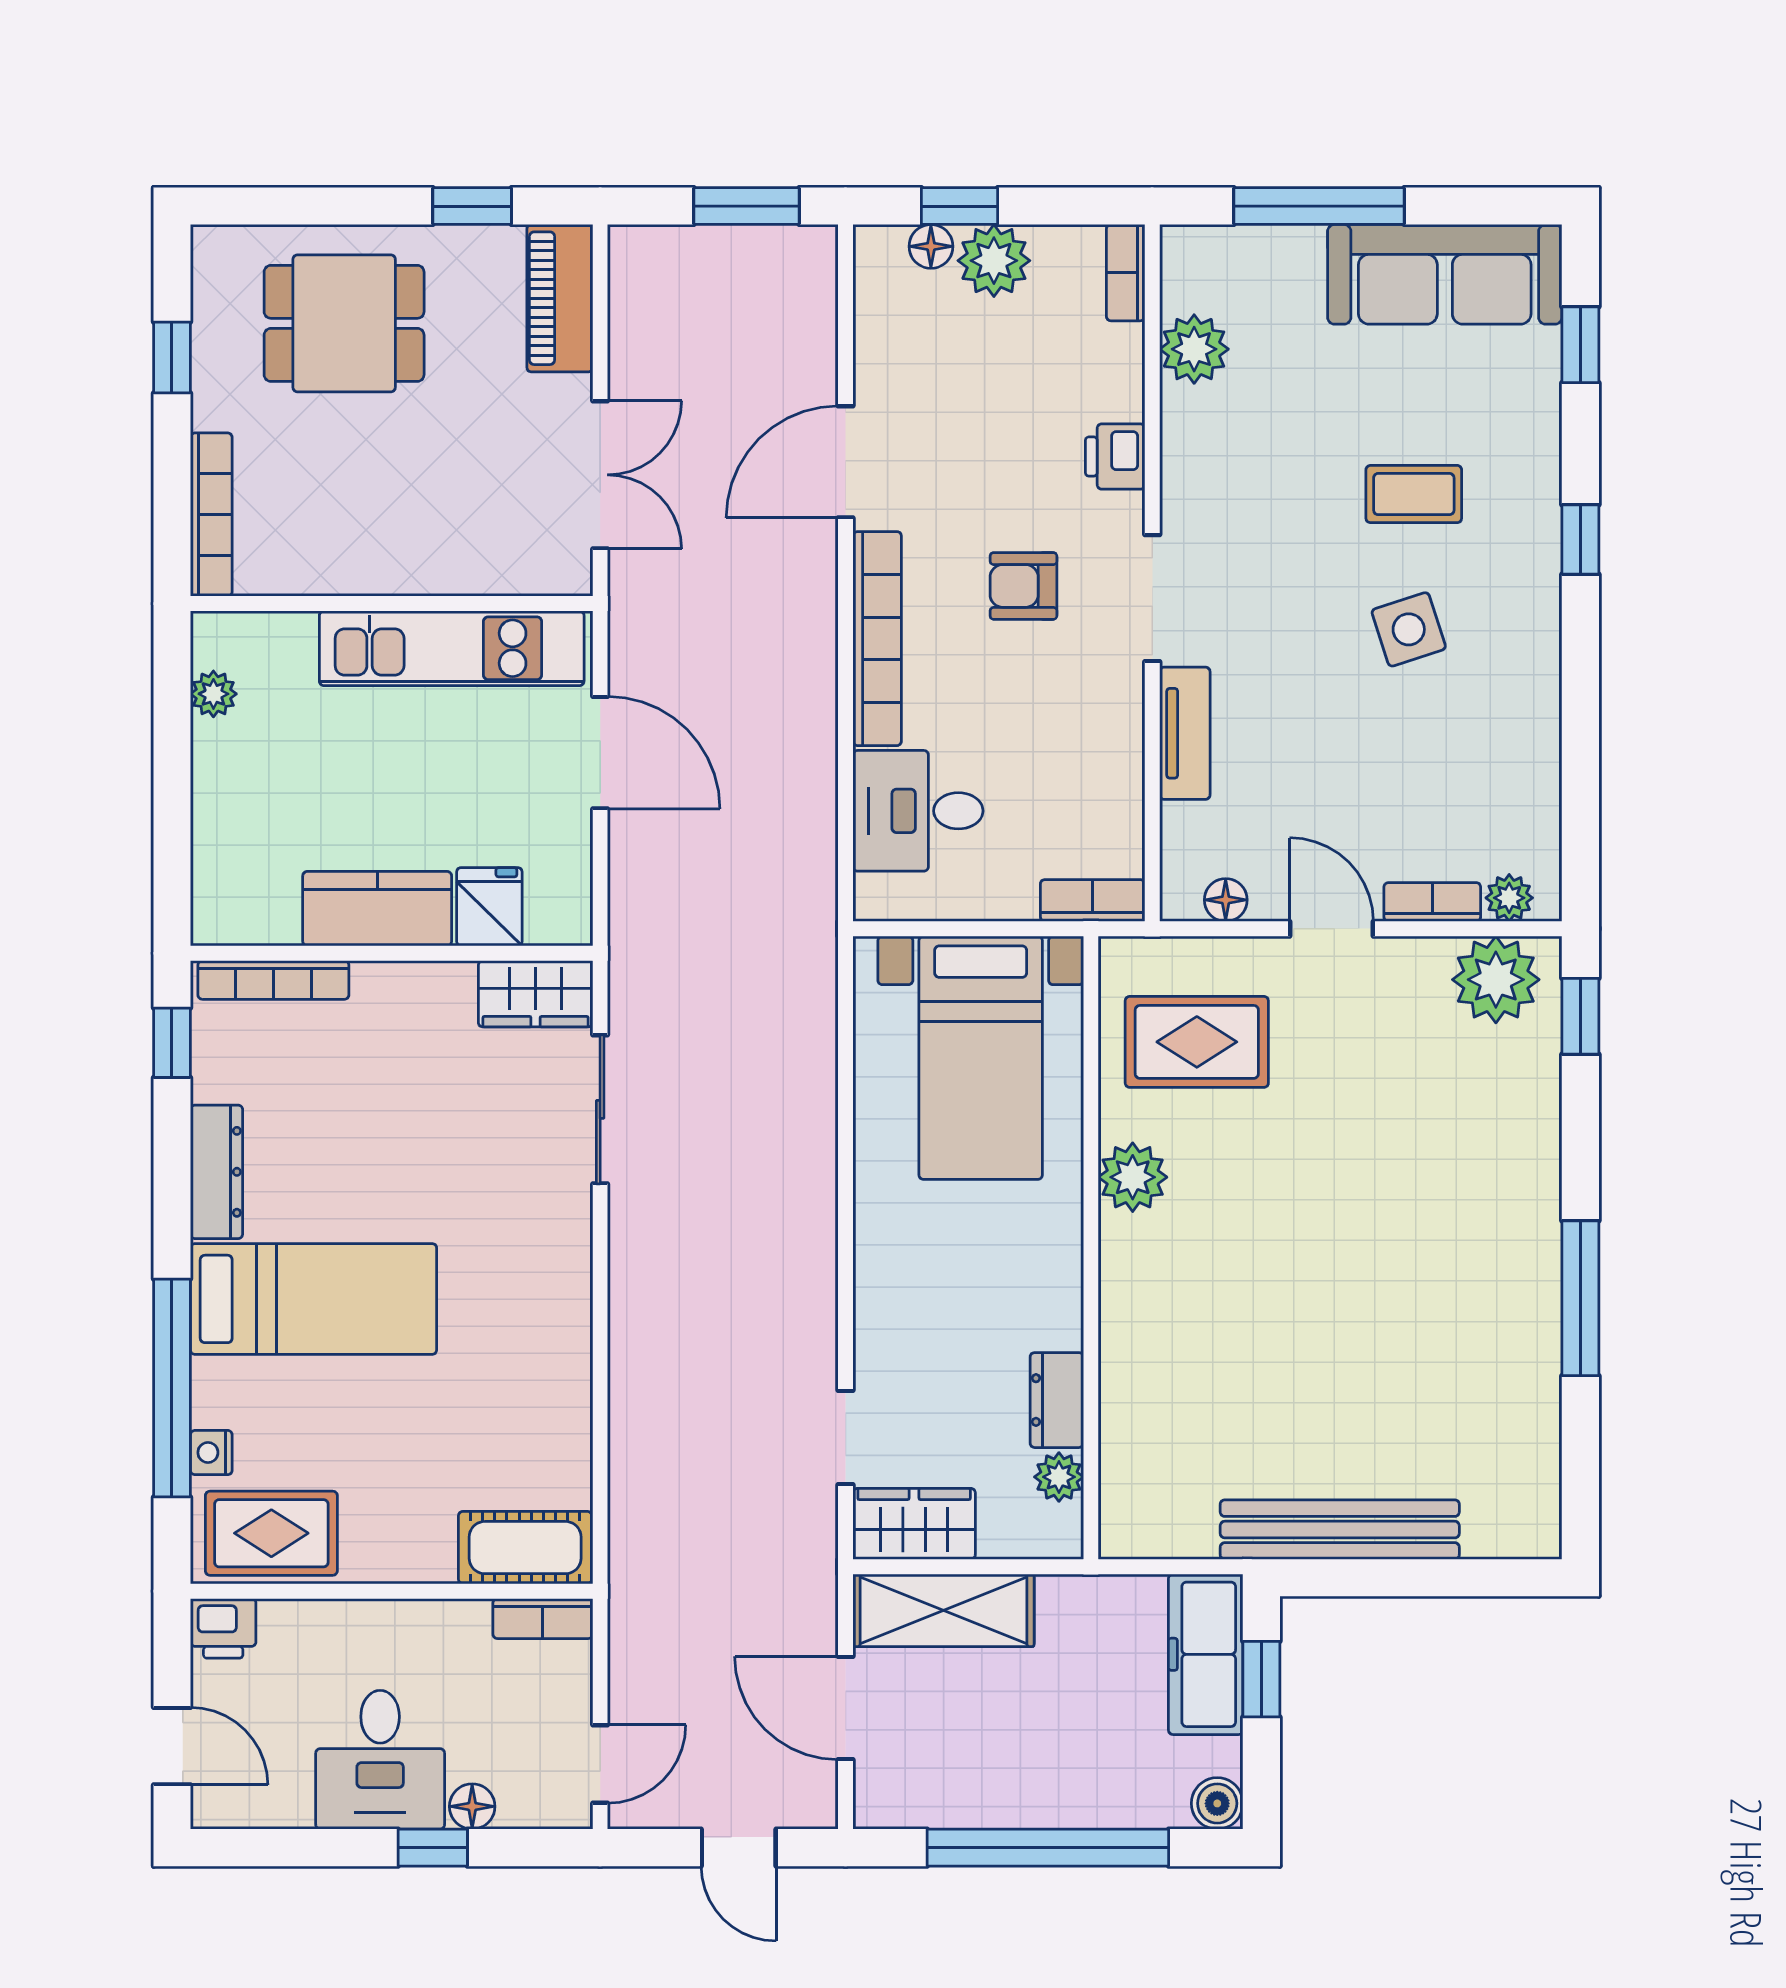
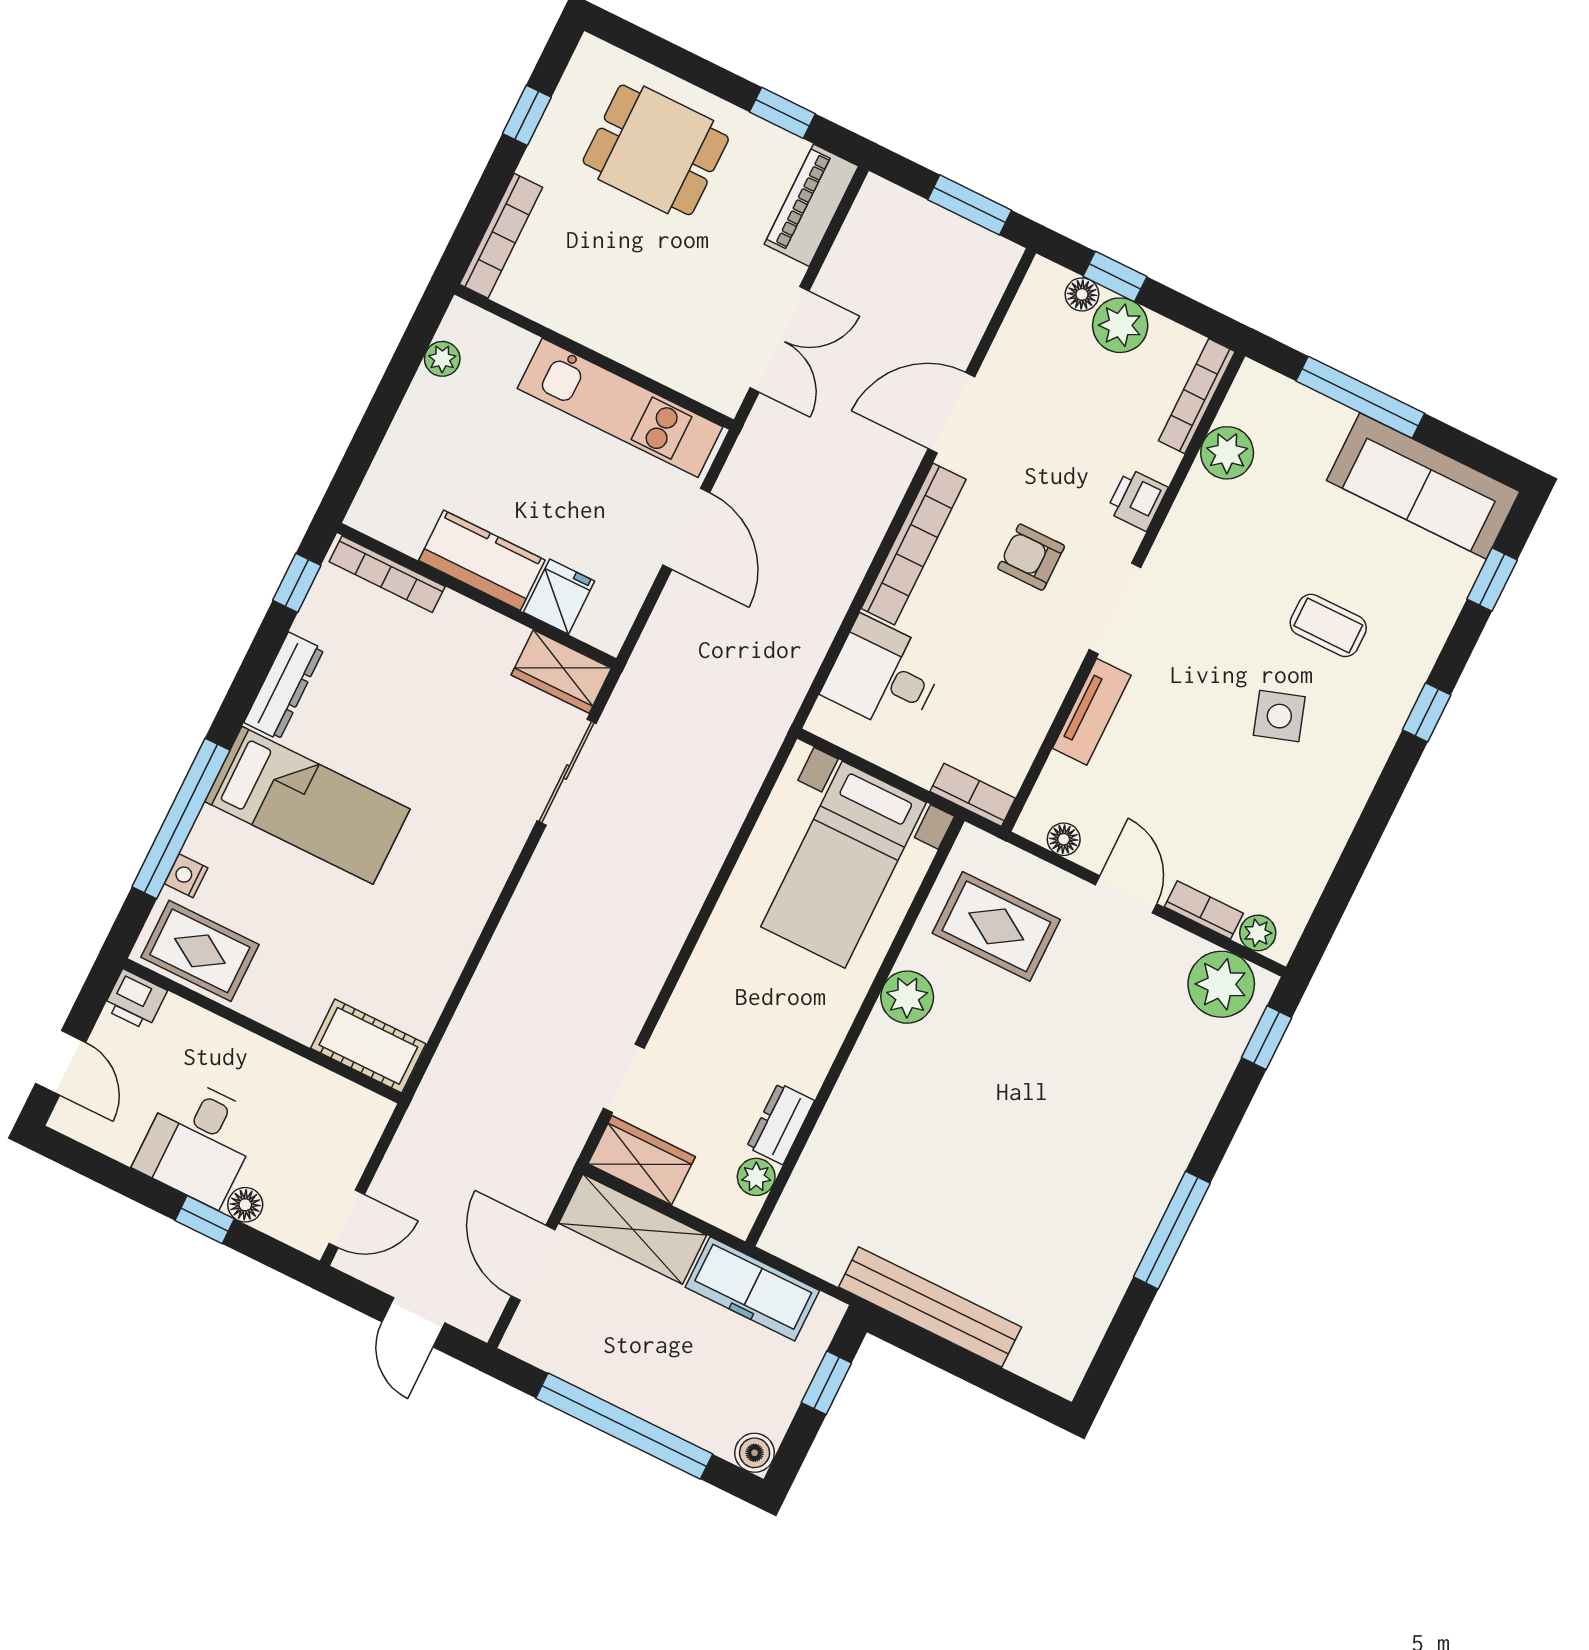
bookcase: (1126, 273) -> (1197, 396), width x1.56
bookcase: (543, 1619) -> (357, 1100), removed
freezer: (1206, 1654) -> (752, 1289), moved, turned -90

